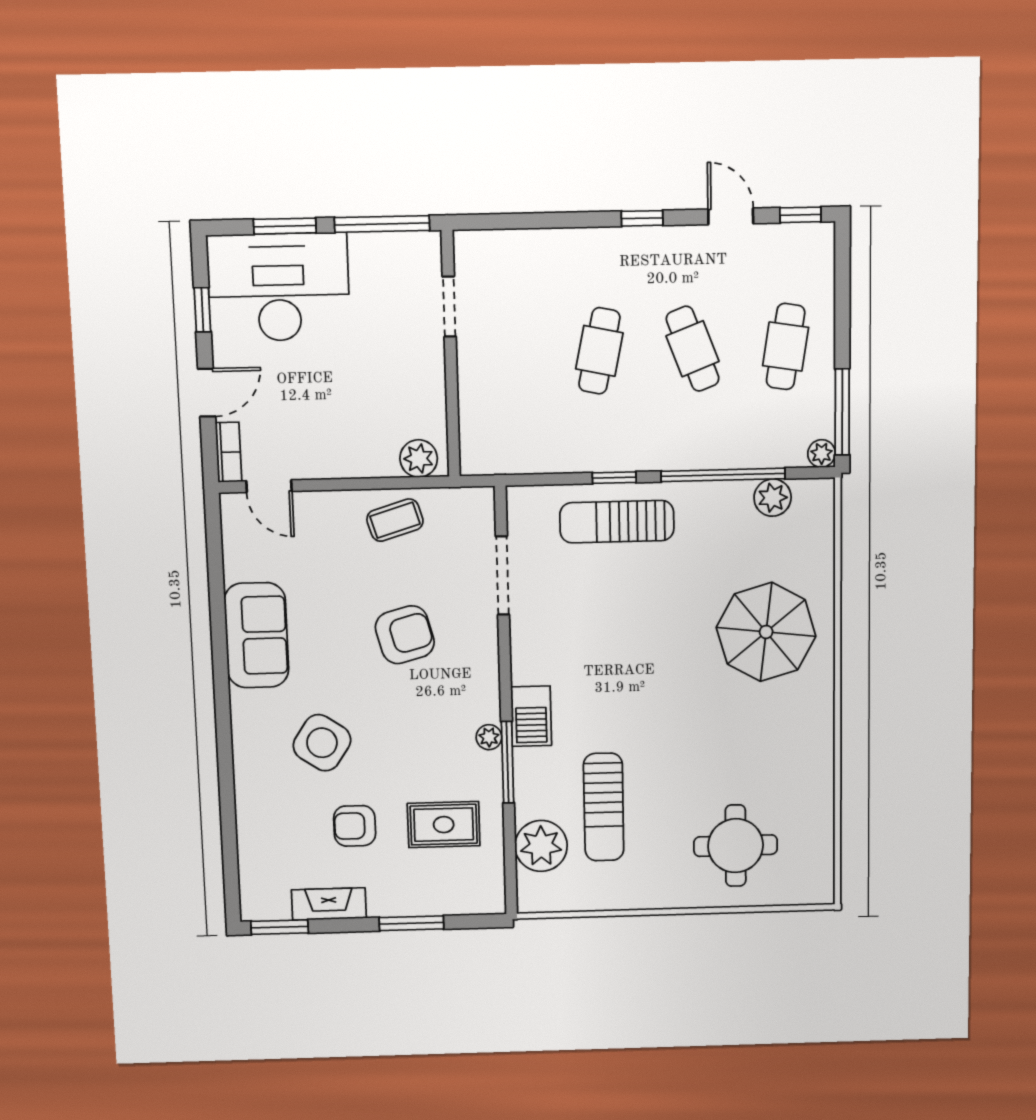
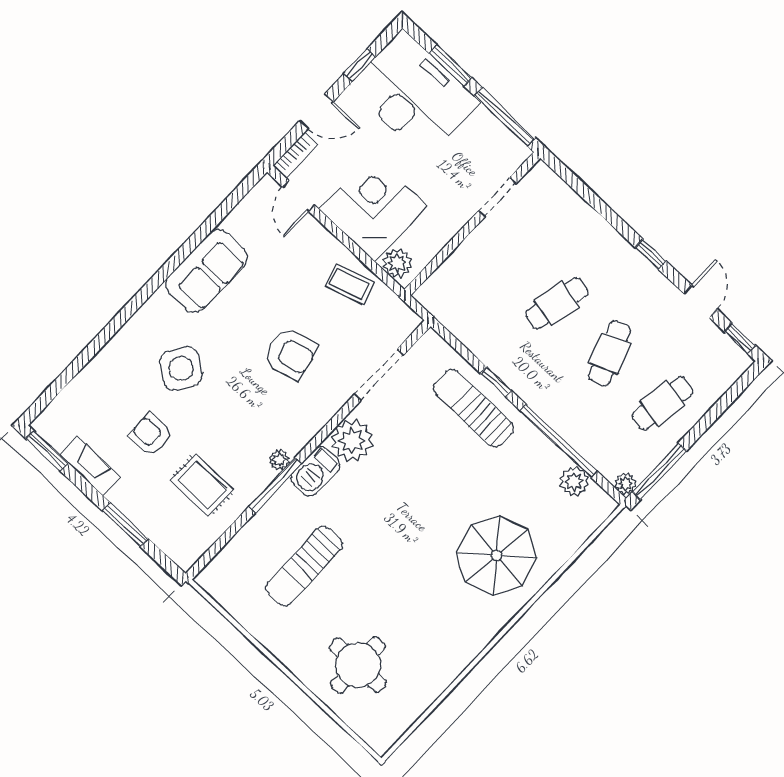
corner desk: (347, 430) -> (373, 208), added
plant: (541, 846) -> (352, 440), moved

